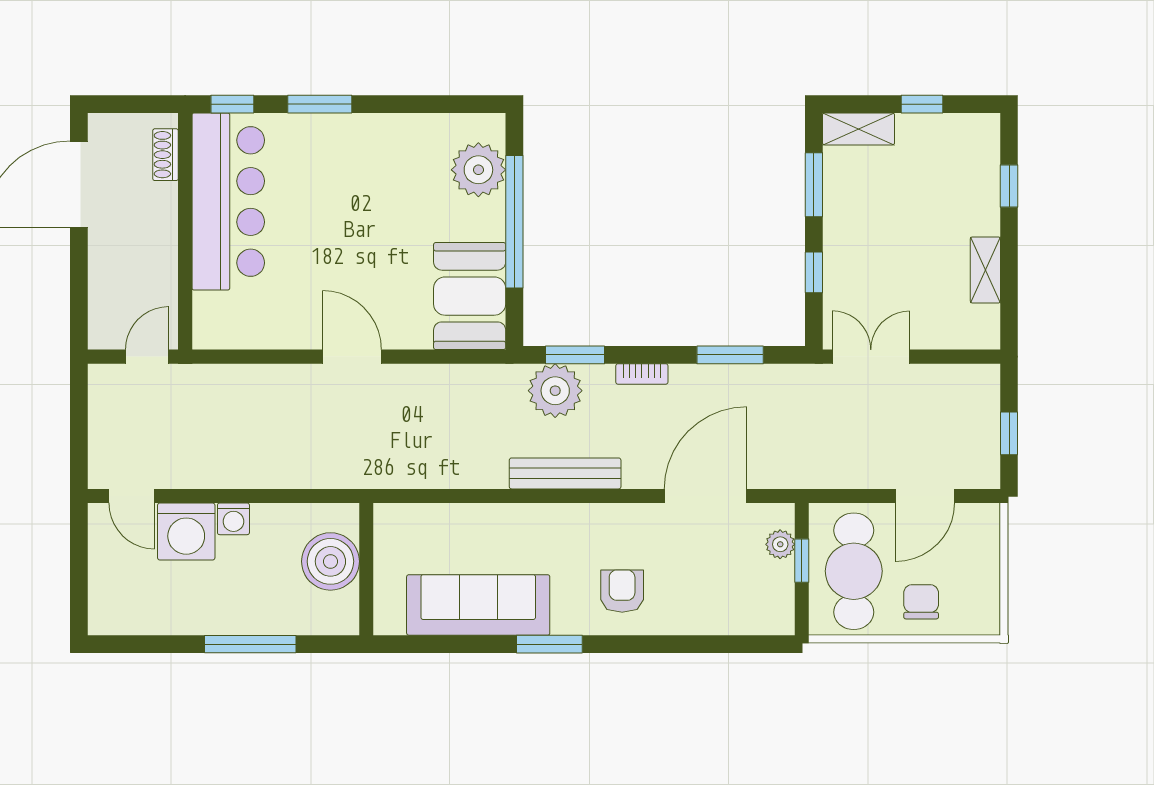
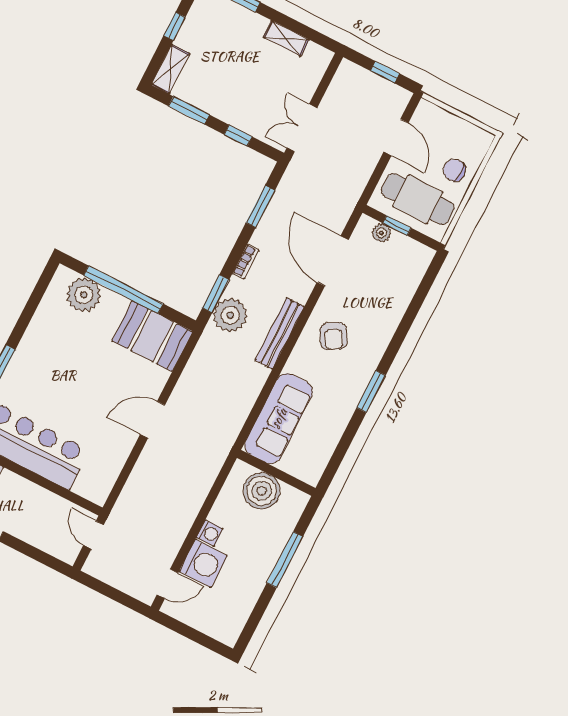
armchair: (622, 591) -> (333, 336), moved, turned -120
sofa: (478, 605) -> (279, 418), moved, turned 180

